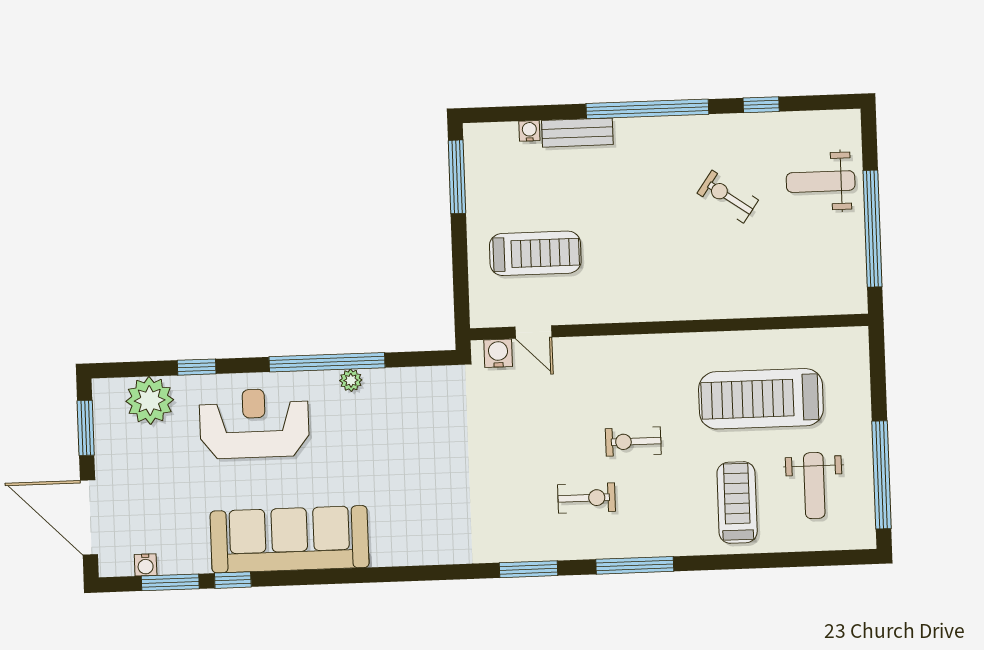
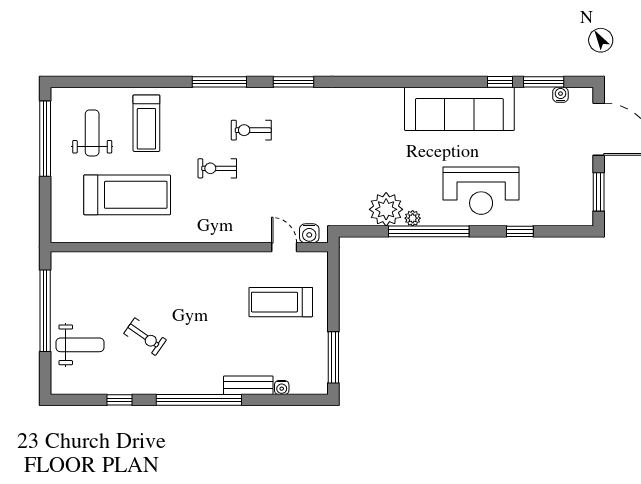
plant: (150, 401) -> (386, 209), moved
exercise bike: (633, 441) -> (217, 168), turned 180

